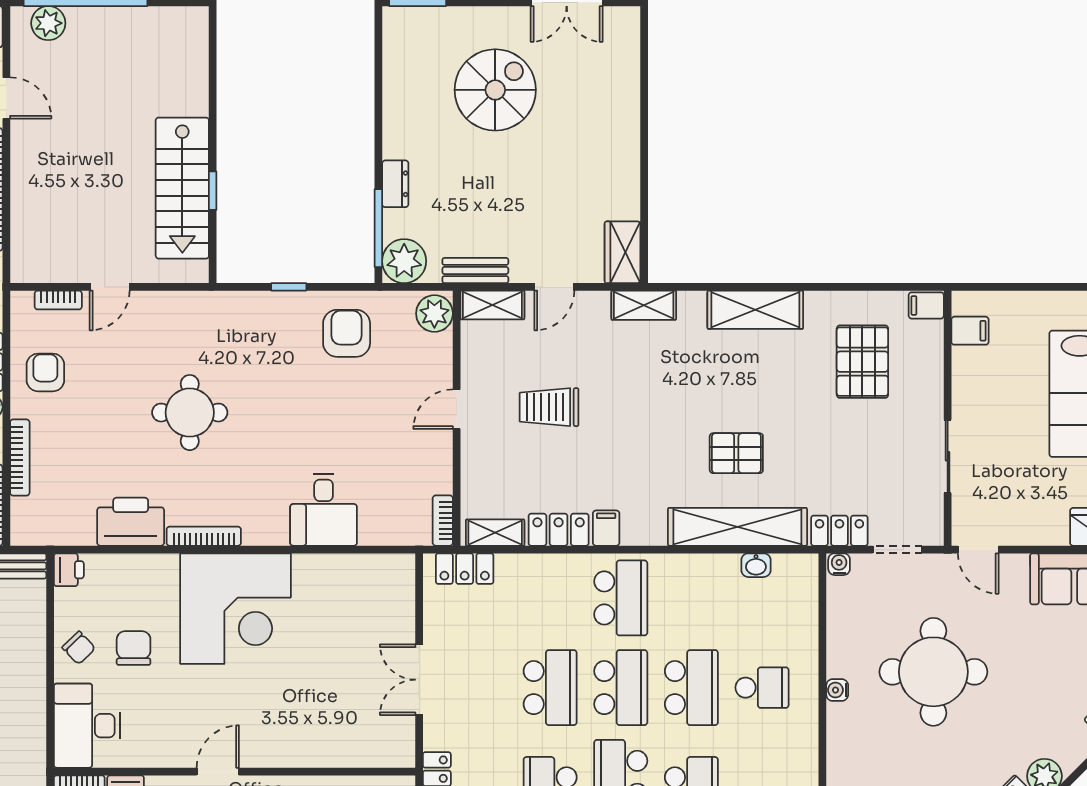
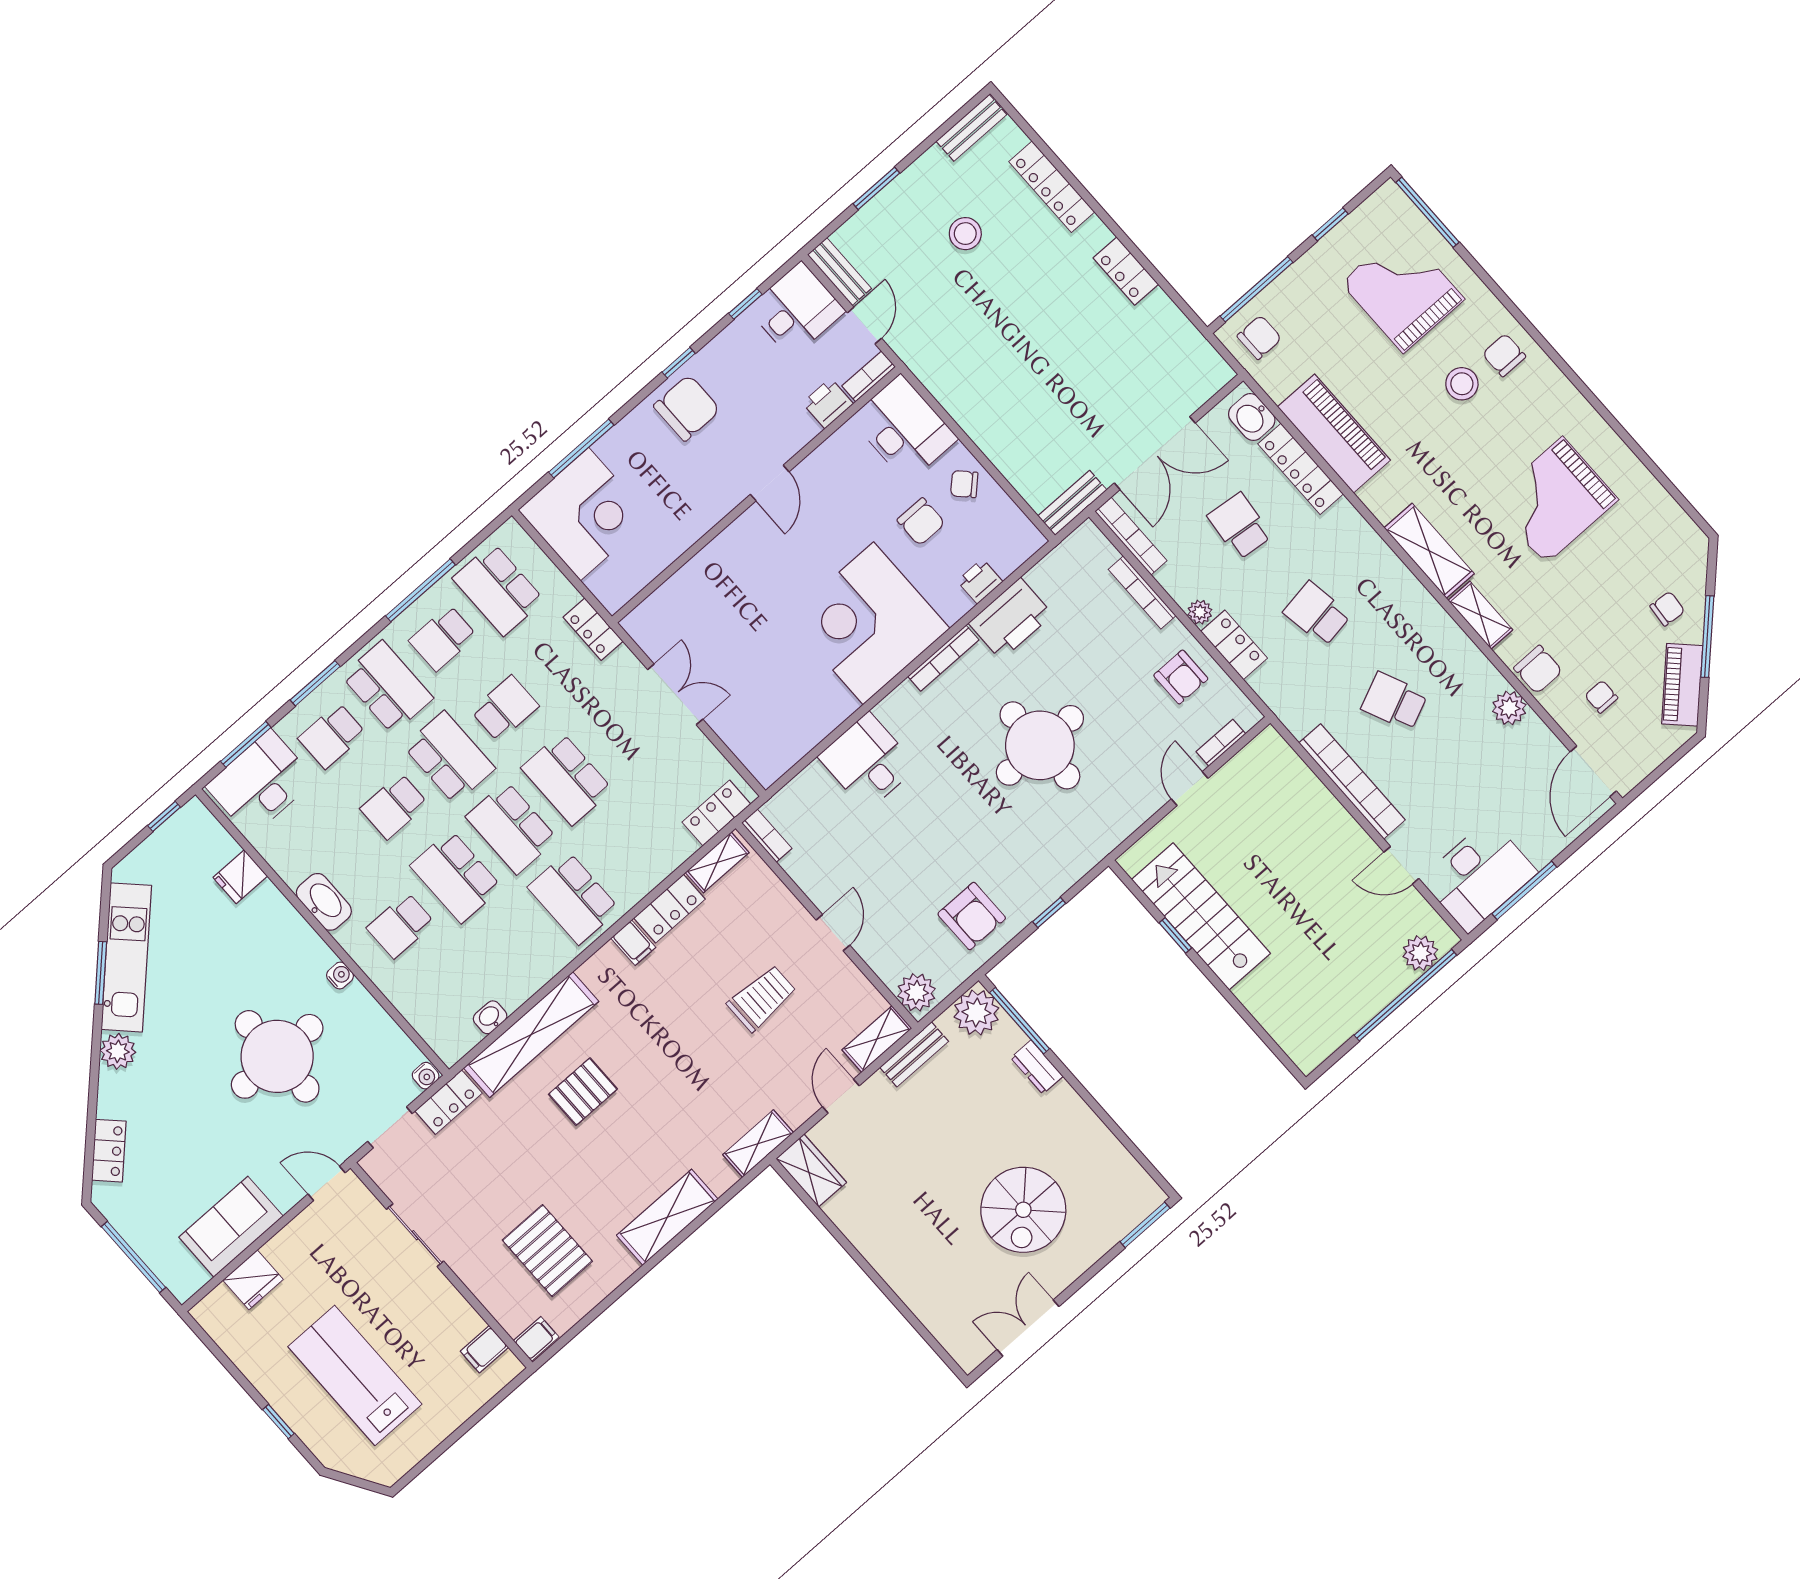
round table: (190, 413) -> (1040, 745), width x1.36, depth x1.36
printer: (69, 570) -> (980, 581), moved, turned 90
washbasin: (802, 753) -> (324, 902), added

